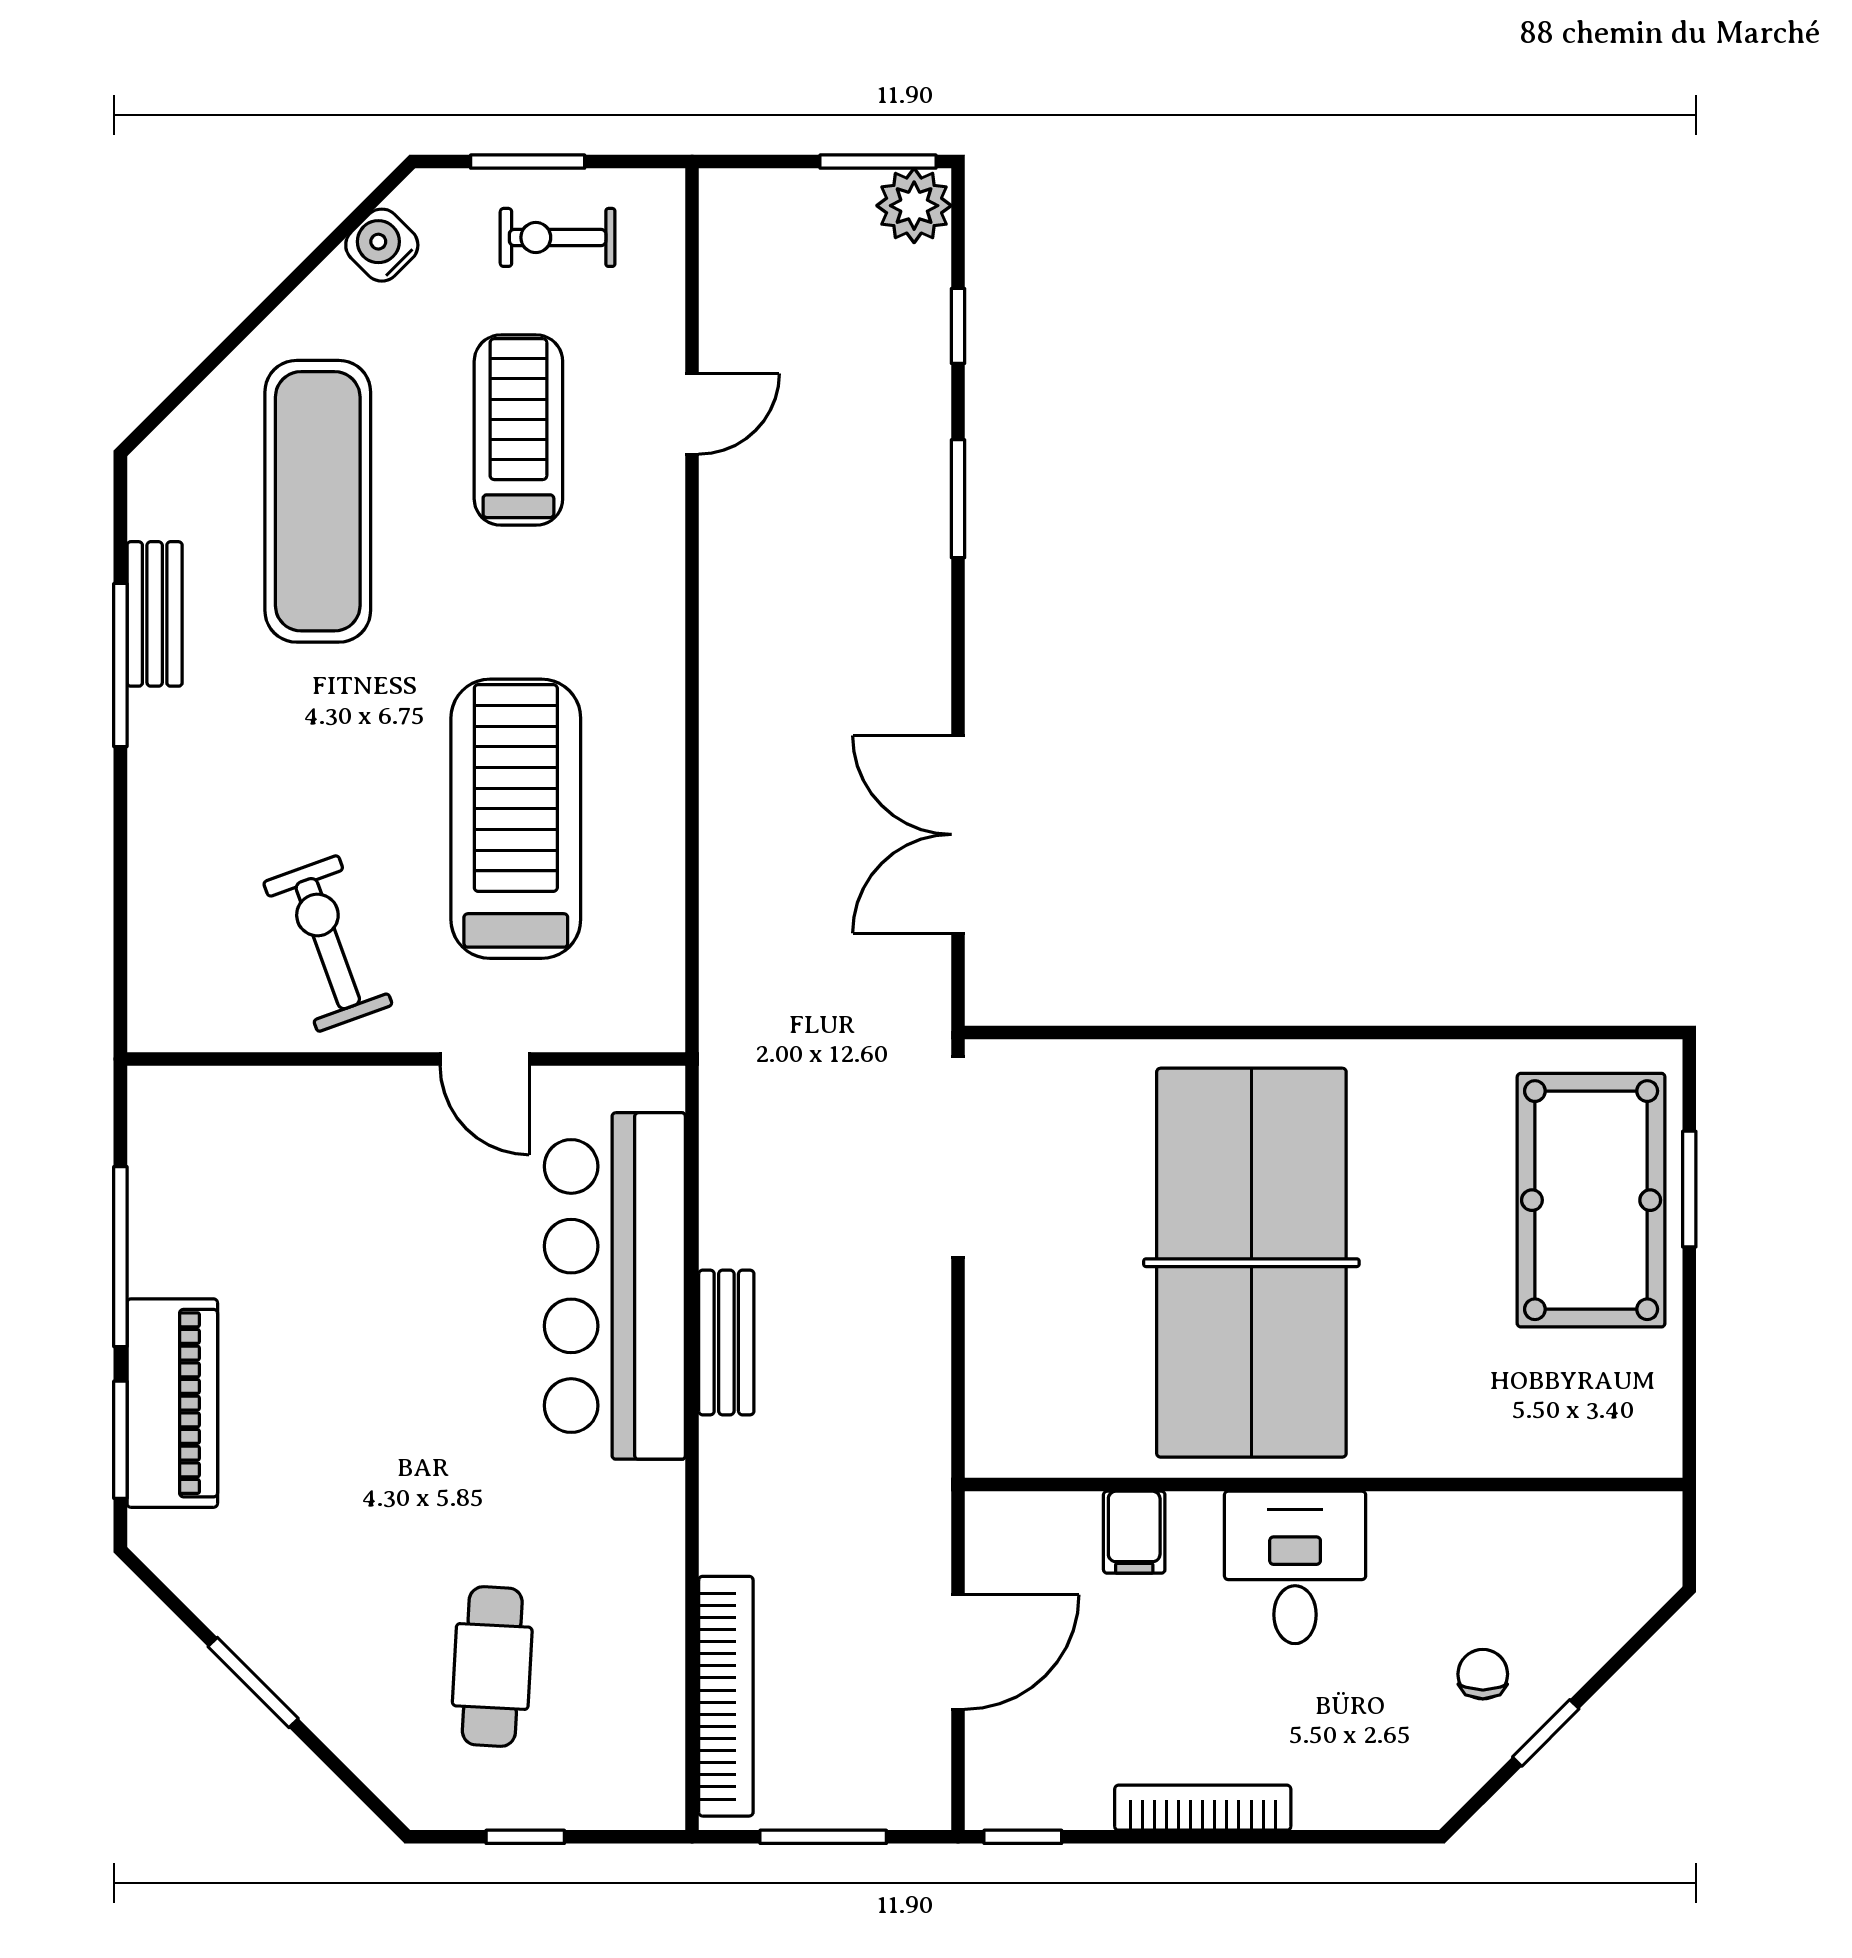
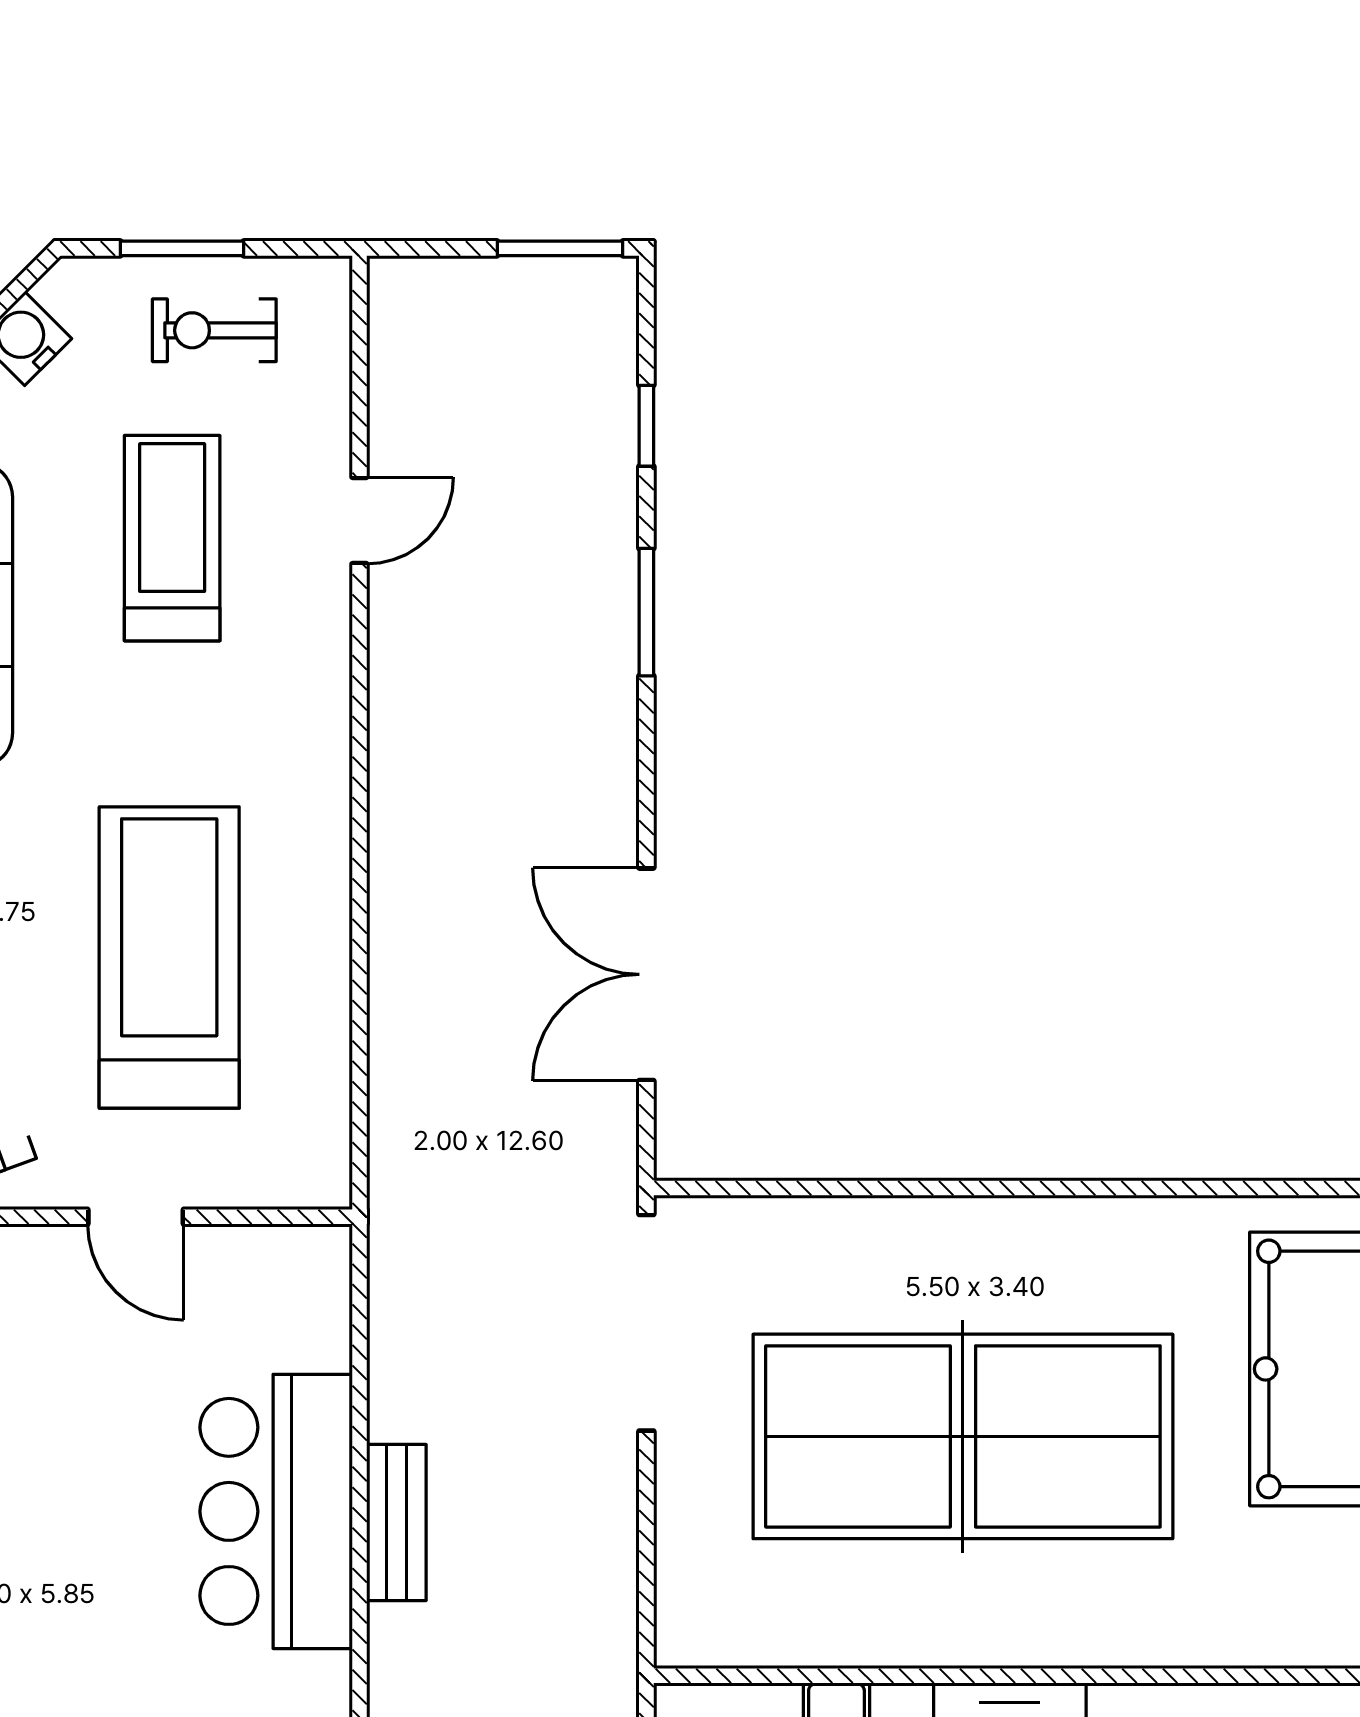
plant: (914, 206) -> (599, 296), removed
table tennis table: (1251, 1263) -> (963, 1436), turned 90
bar counter: (615, 1286) -> (276, 1511), width x0.73

